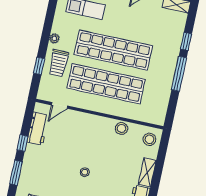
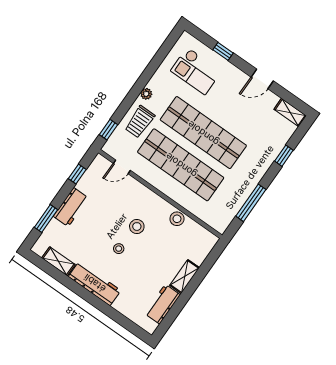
window: (39, 66) -> (108, 130), moved
window: (179, 74) -> (251, 203), moved
workbench: (38, 129) -> (71, 207), moved
stool: (149, 139) -> (137, 227), moved
window: (22, 143) -> (77, 174), moved

